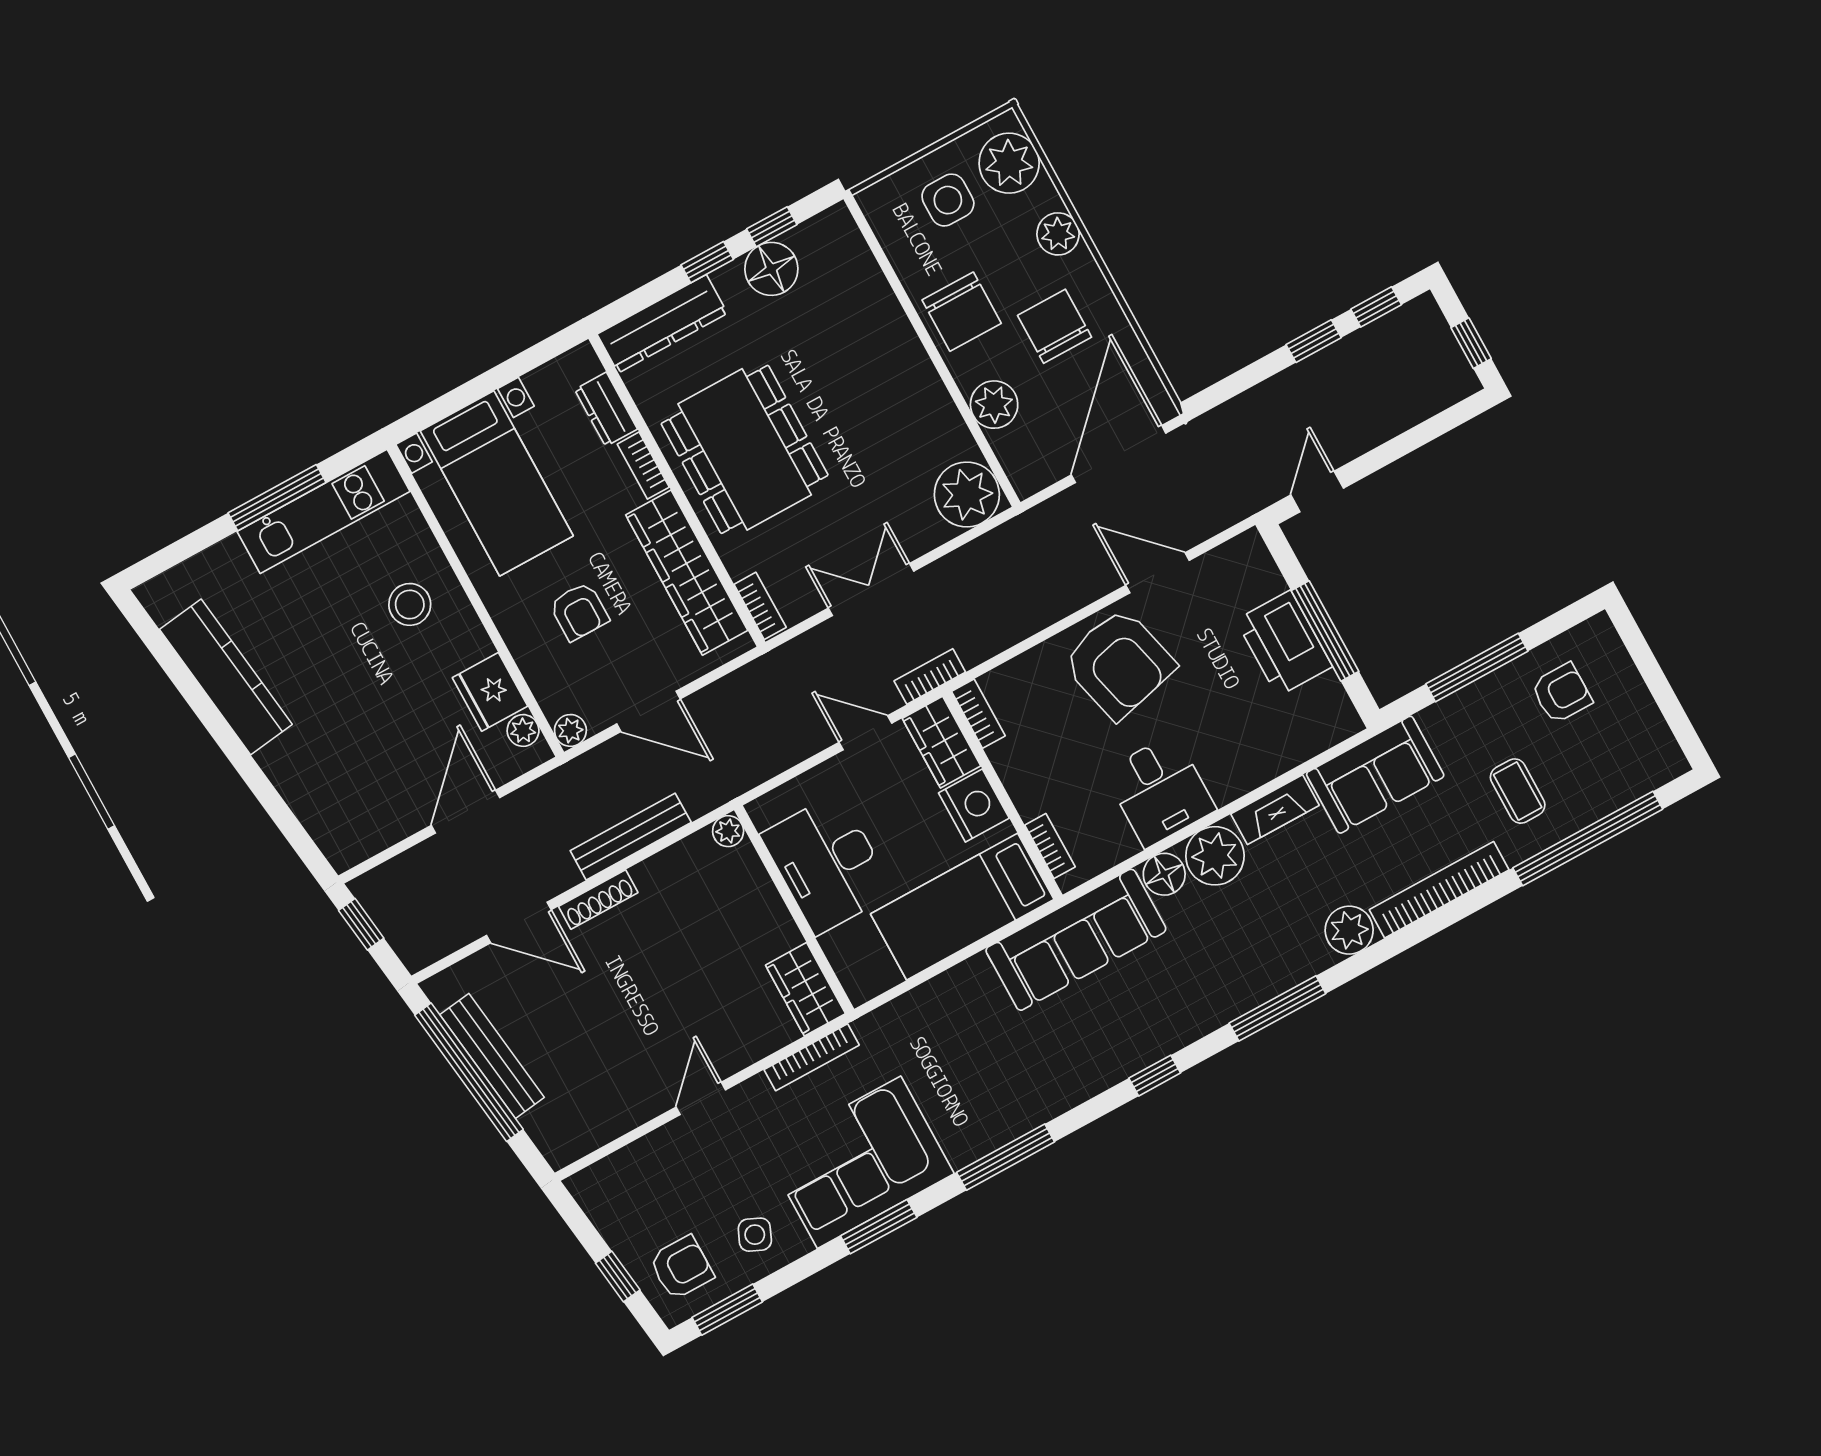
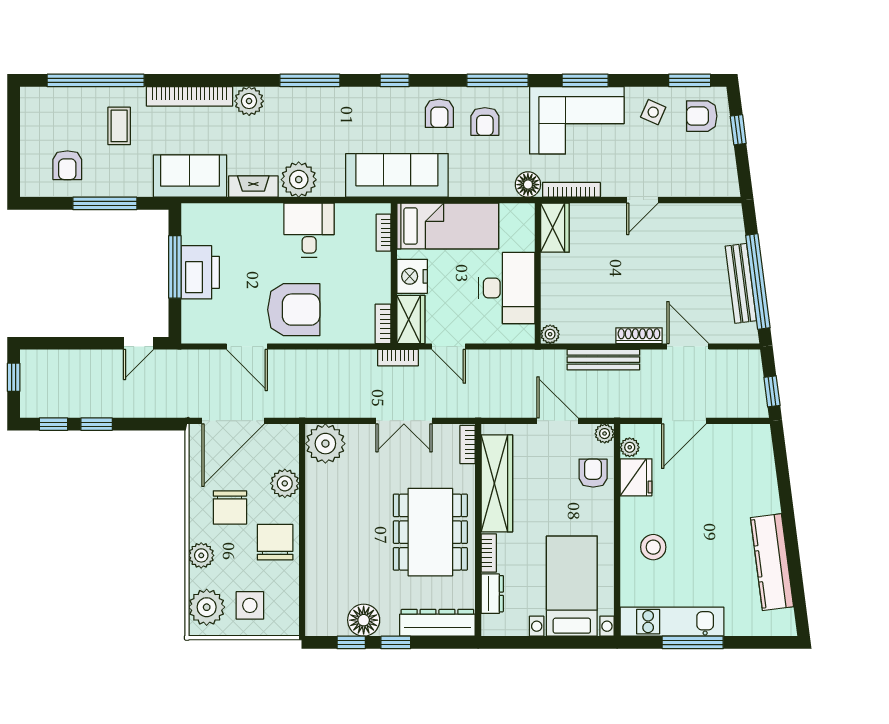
armchair: (579, 611) -> (593, 473), moved
armchair: (1119, 663) -> (294, 310), turned 104
armchair: (1562, 693) -> (67, 165), turned -90
floor lamp: (1164, 874) -> (528, 185), moved
armchair: (1064, 1063) -> (439, 113), added
armchair: (991, 1087) -> (485, 122), added

